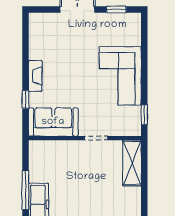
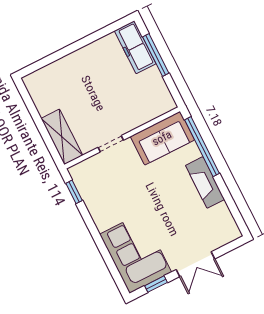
fireplace: (35, 76) -> (205, 182), width x1.37, depth x1.32
corner sofa: (120, 76) -> (136, 253), moved
window: (26, 100) -> (202, 147), width x3.17

